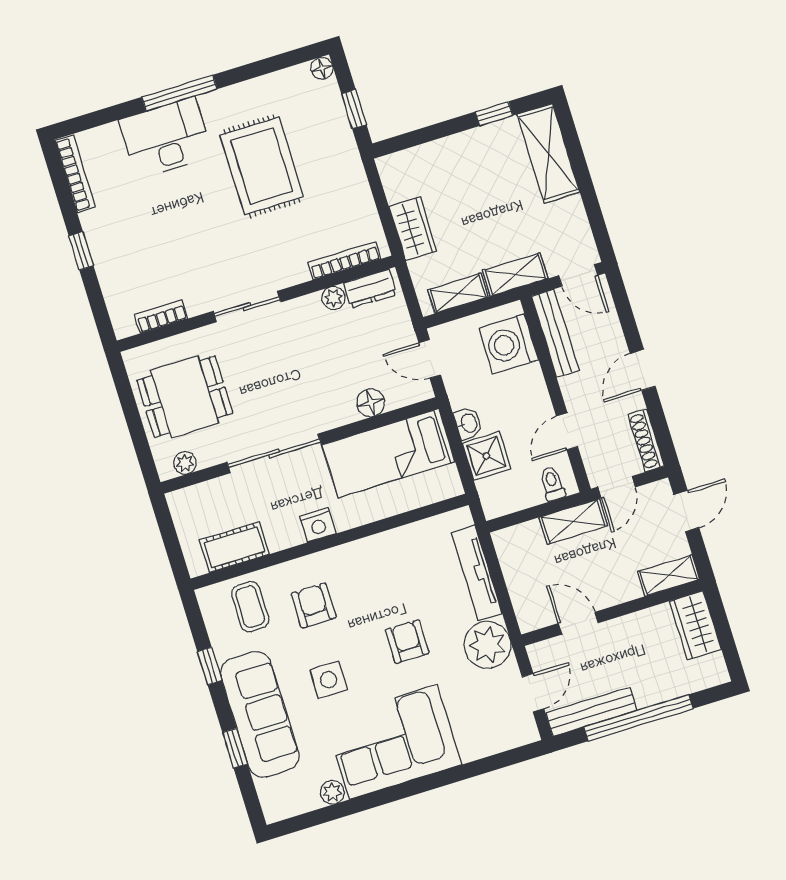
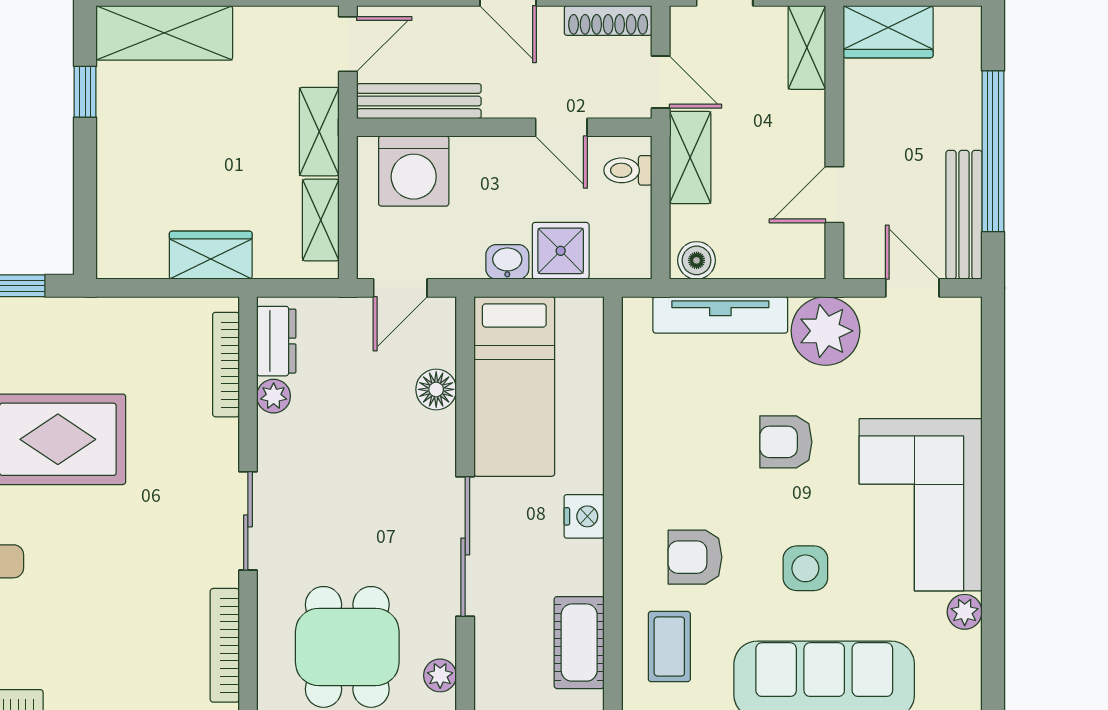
bookcase: (161, 316) -> (225, 645), width x1.56
boiler: (507, 547) -> (697, 260), added
coffee table: (250, 607) -> (669, 647), turned 90

